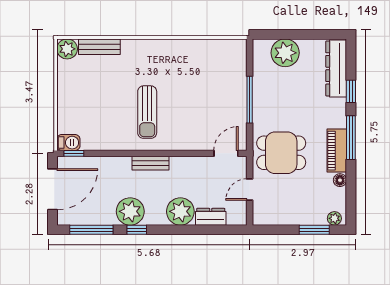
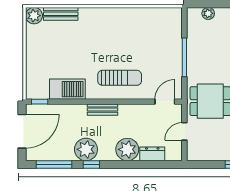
plant: (285, 53) -> (208, 13), width x0.53, depth x0.53
sun lounger: (147, 112) -> (120, 78), moved, turned -90
barbecue: (68, 143) -> (67, 89), moved, width x1.88, depth x1.53

